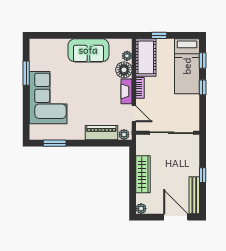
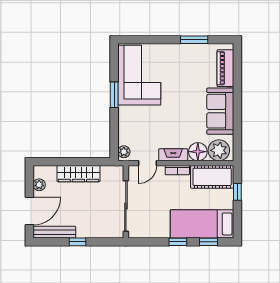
plant: (127, 56) -> (219, 150), width x1.88, depth x1.88
corner sofa: (48, 98) -> (139, 75), moved, turned -90
piano: (101, 133) -> (225, 68), moved, turned 180
window: (55, 143) -> (114, 95), moved
plant: (141, 209) -> (39, 185), moved

